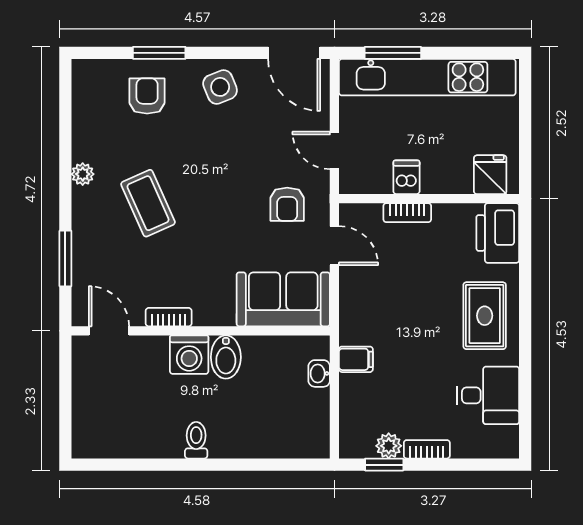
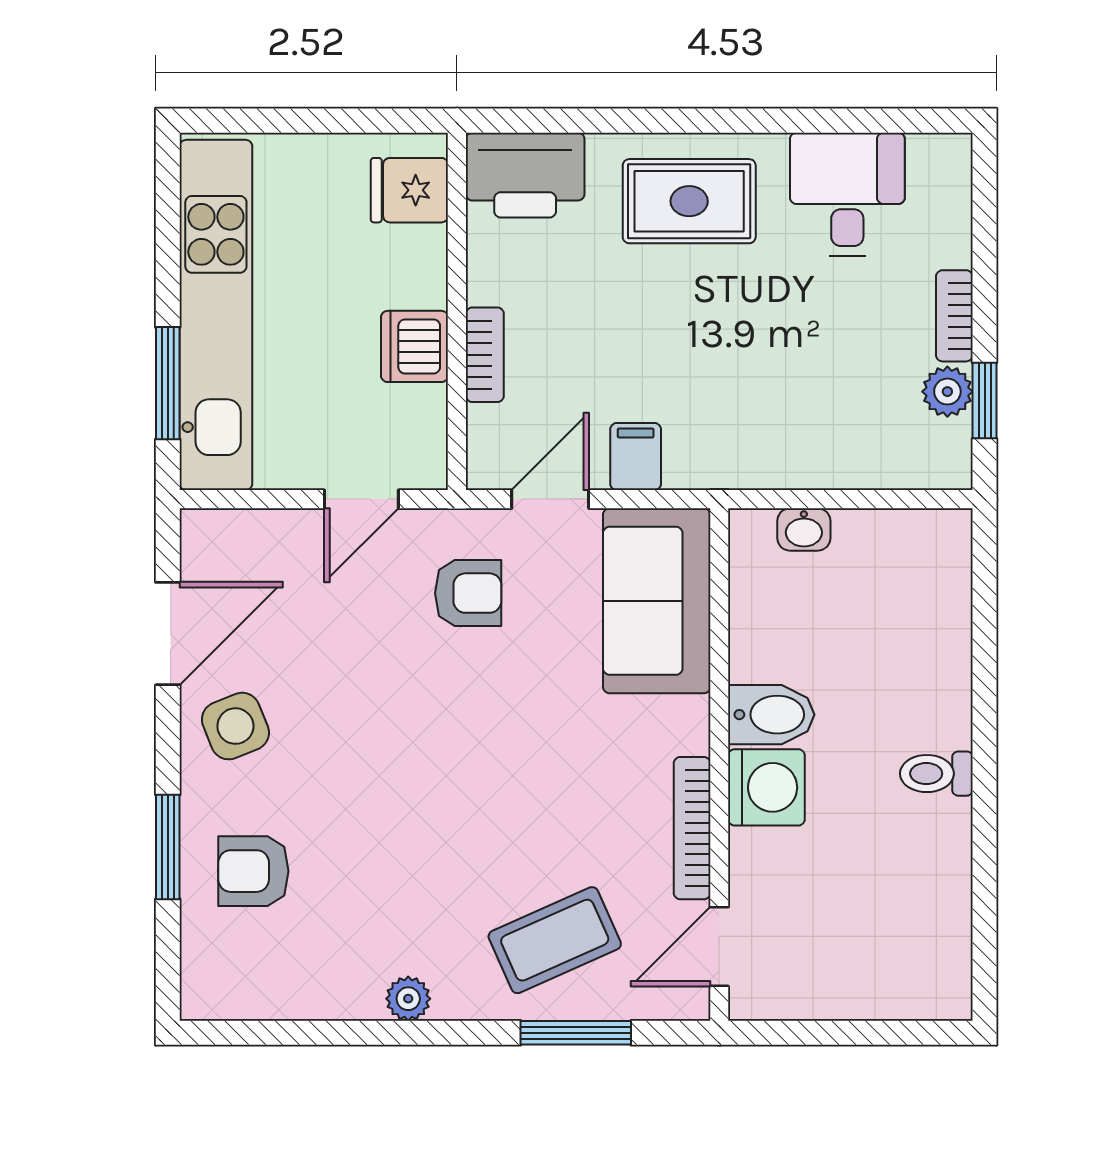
door: (294, 53) -> (168, 634), moved
dishwasher: (406, 177) -> (415, 346), width x1.38
coffee table: (148, 203) -> (555, 940), moved
bookcase: (169, 317) -> (692, 828), width x1.56
filing cabinet: (356, 359) -> (636, 457), moved

